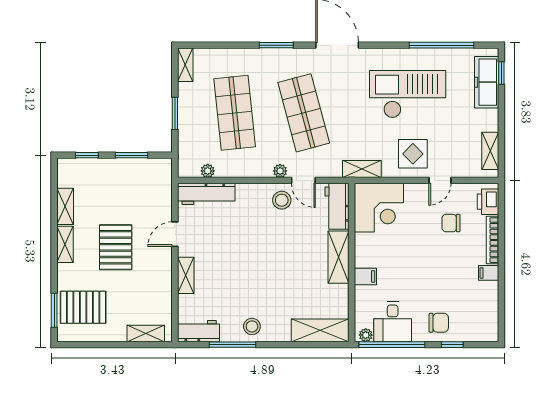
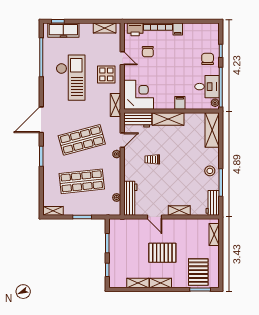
checkout: (408, 94) -> (71, 78), turned 180
stool: (282, 200) -> (134, 153), removed
trolley: (271, 231) -> (152, 159), added

